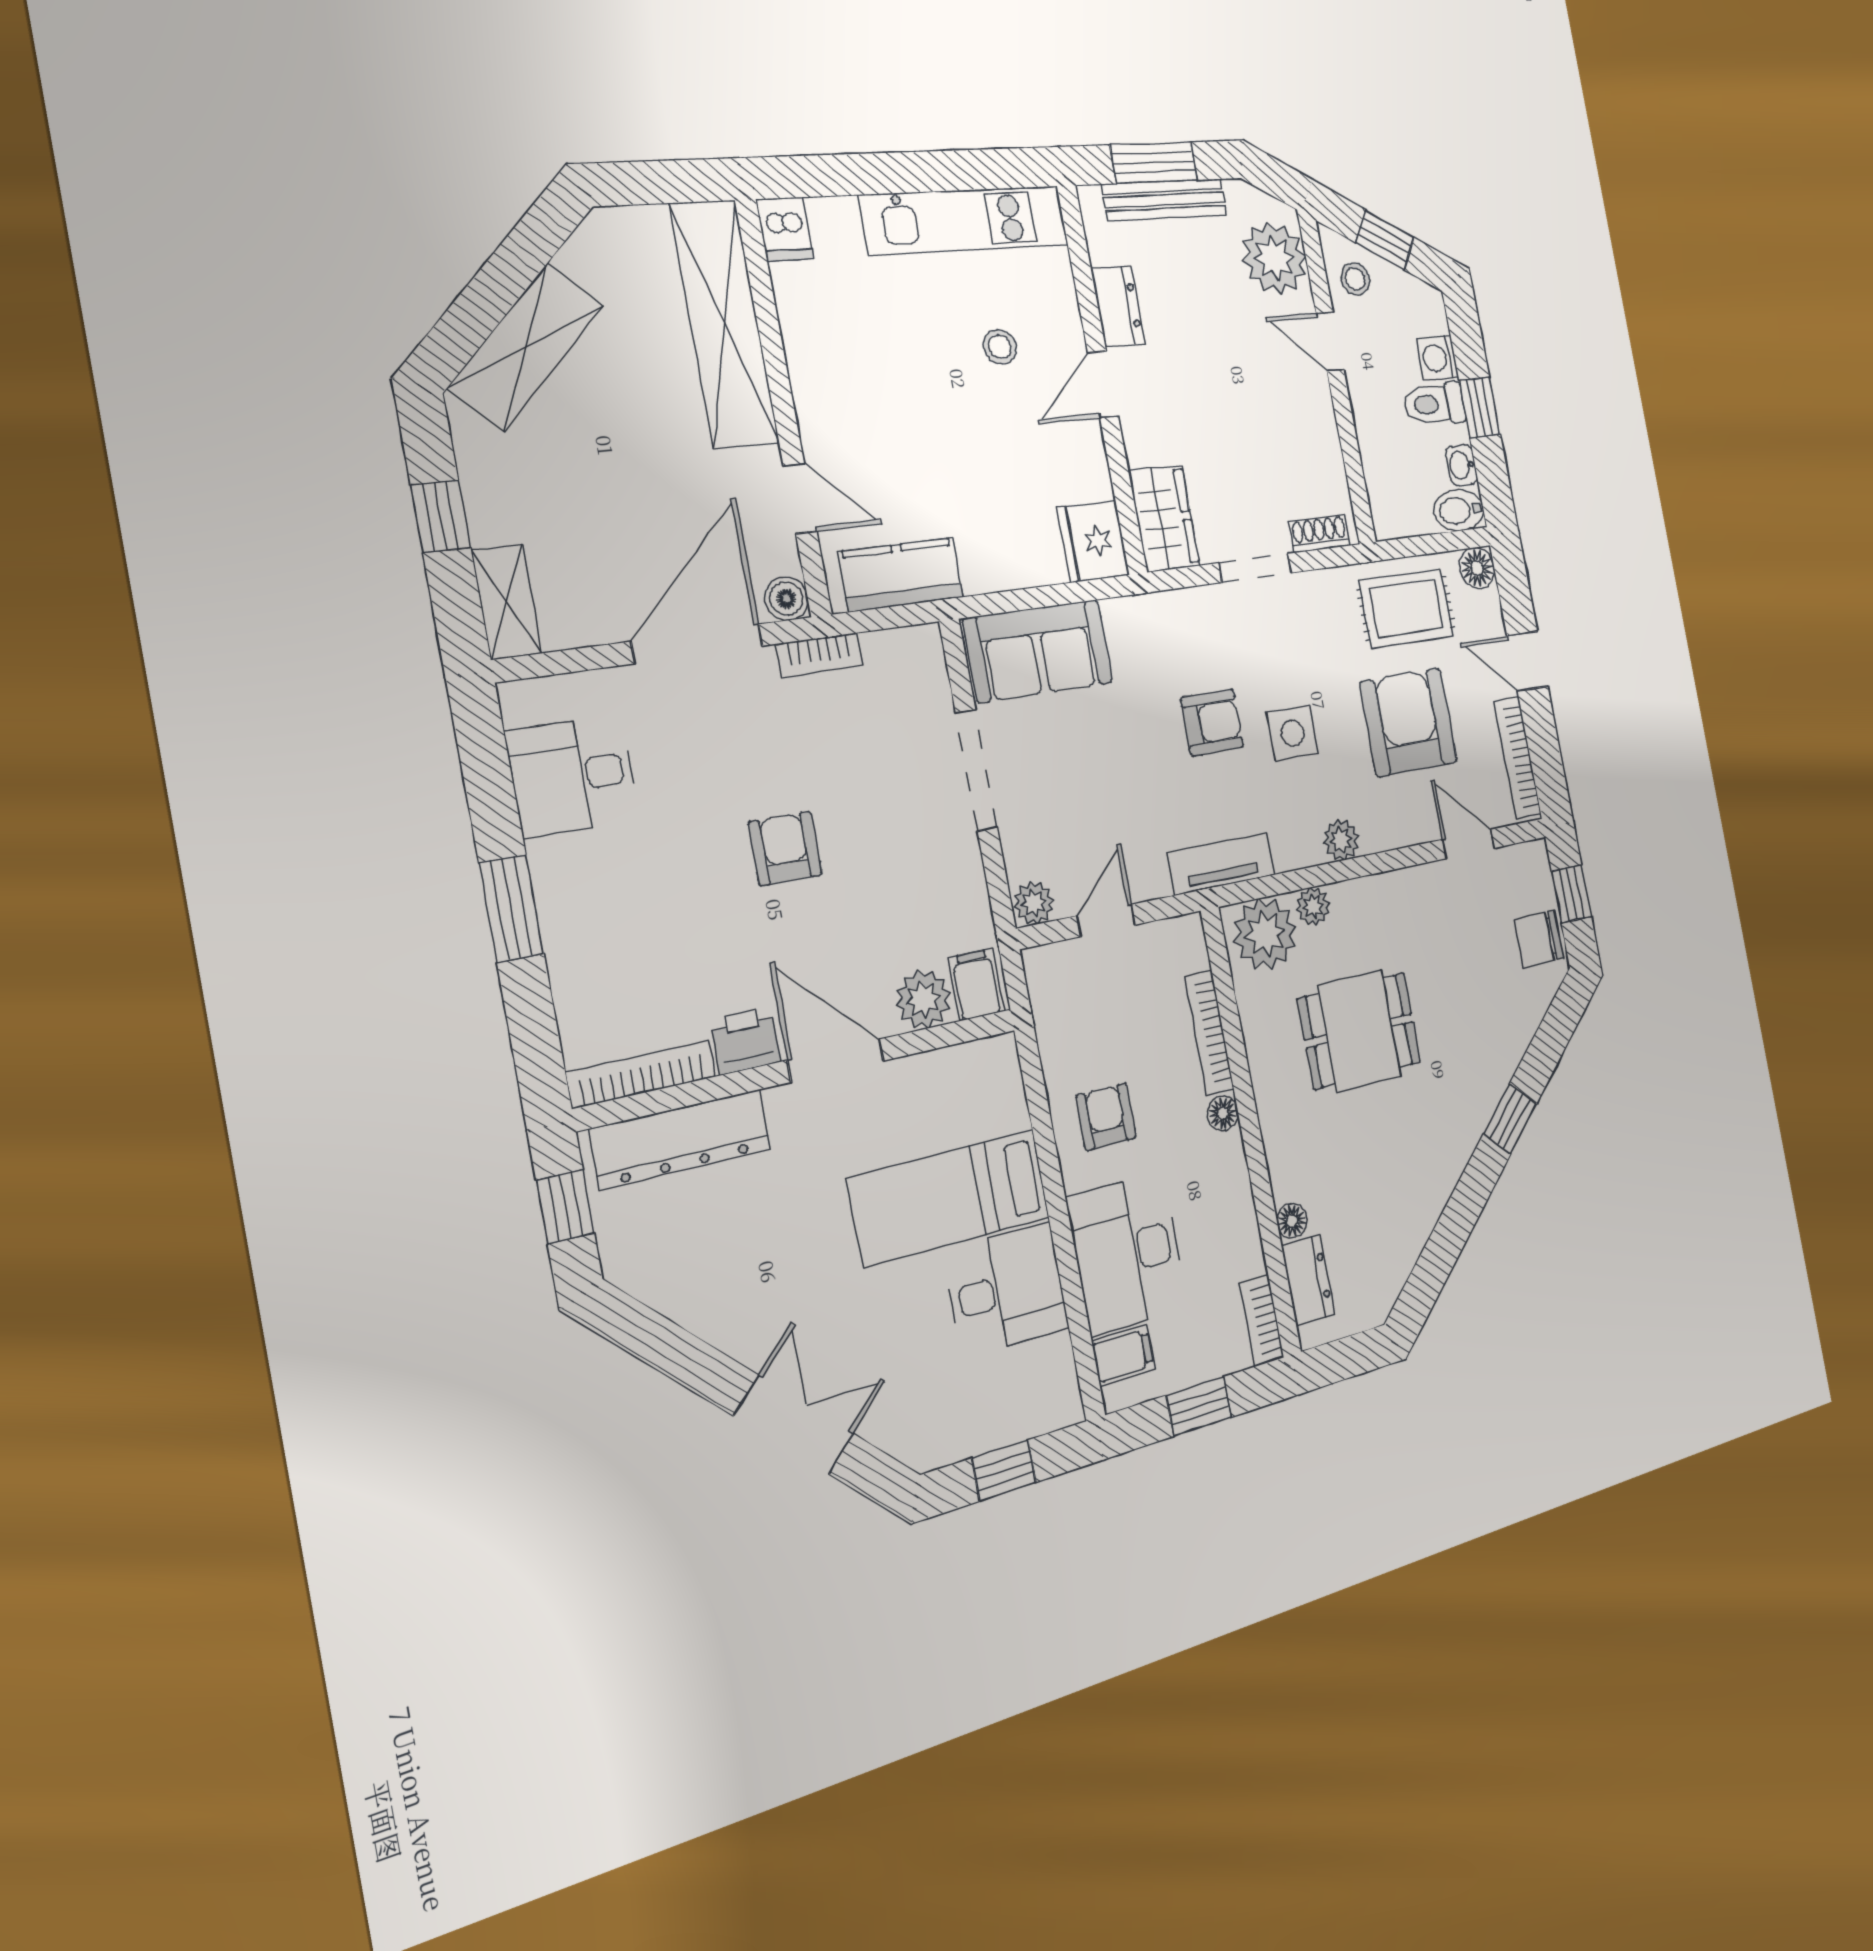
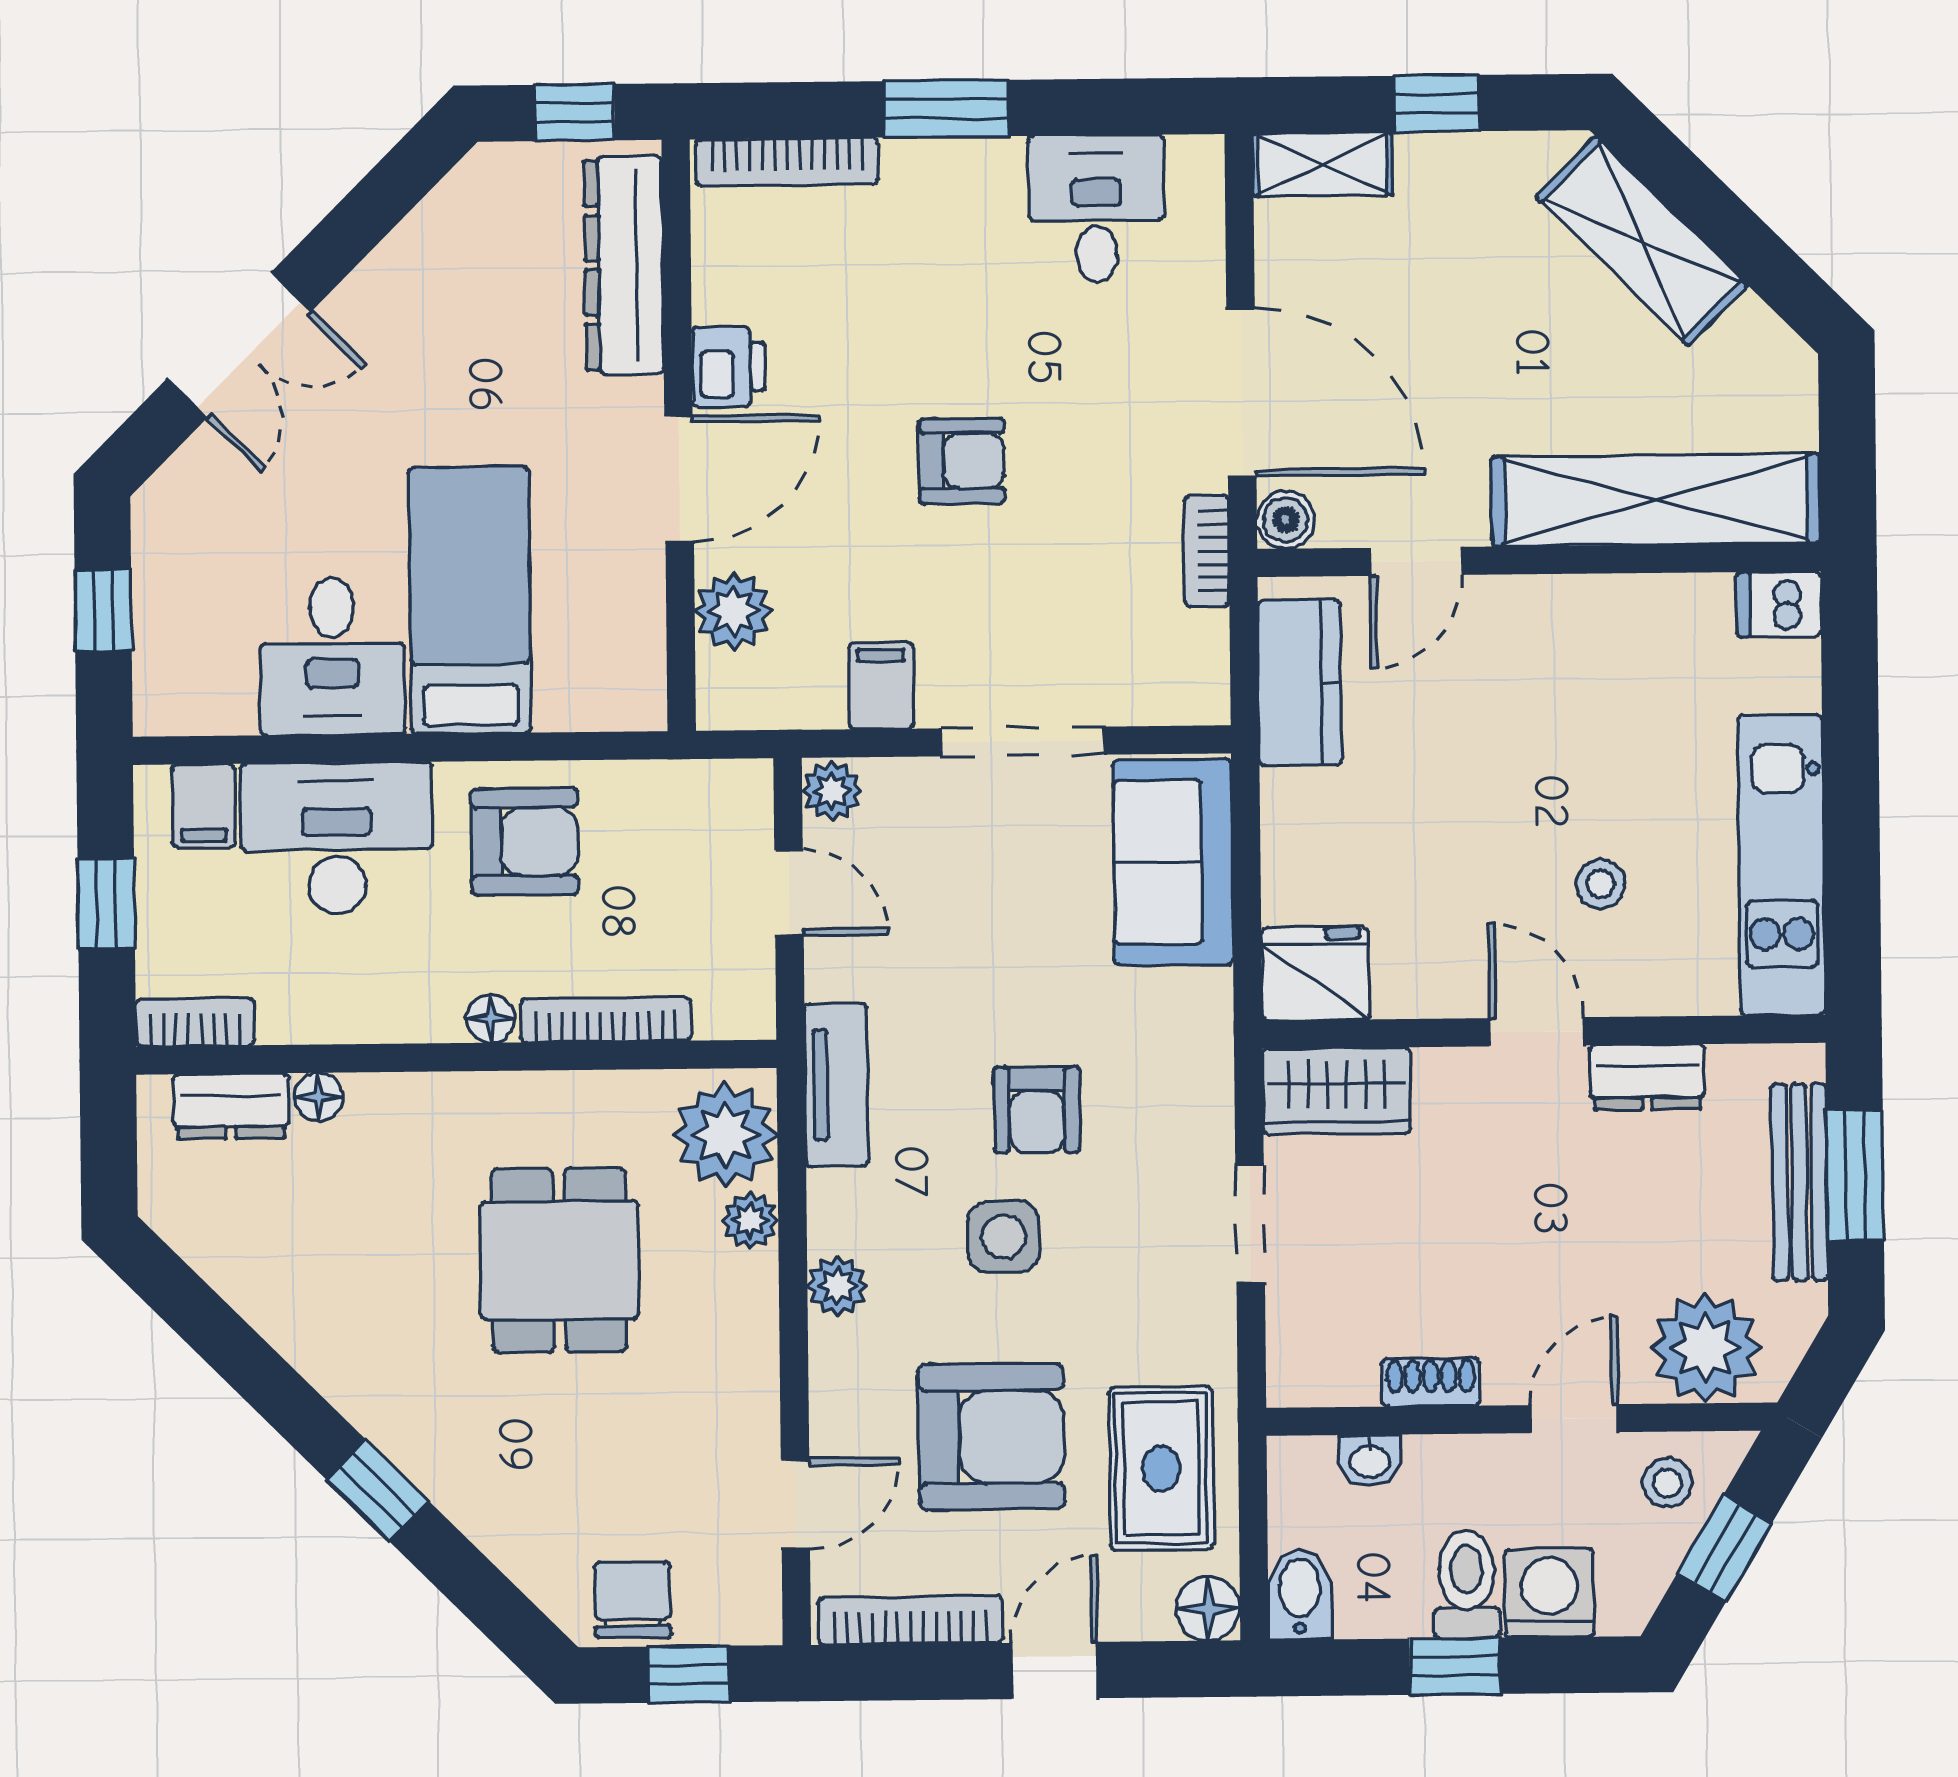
washing machine: (1438, 358) -> (1549, 1593), width x1.38, depth x1.38
washbasin: (1461, 465) -> (1370, 1460), moved, turned 180
shoe rack: (1319, 533) -> (1431, 1382), moved, turned -90
filing cabinet: (976, 985) -> (881, 686), moved, turned -90
bookcase: (641, 1074) -> (787, 162), moved, turned 90
armchair: (1106, 1117) -> (525, 842), width x1.38, depth x1.38

